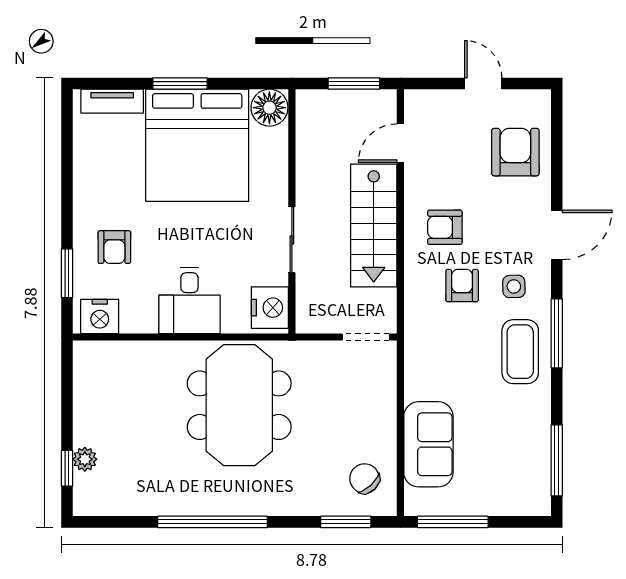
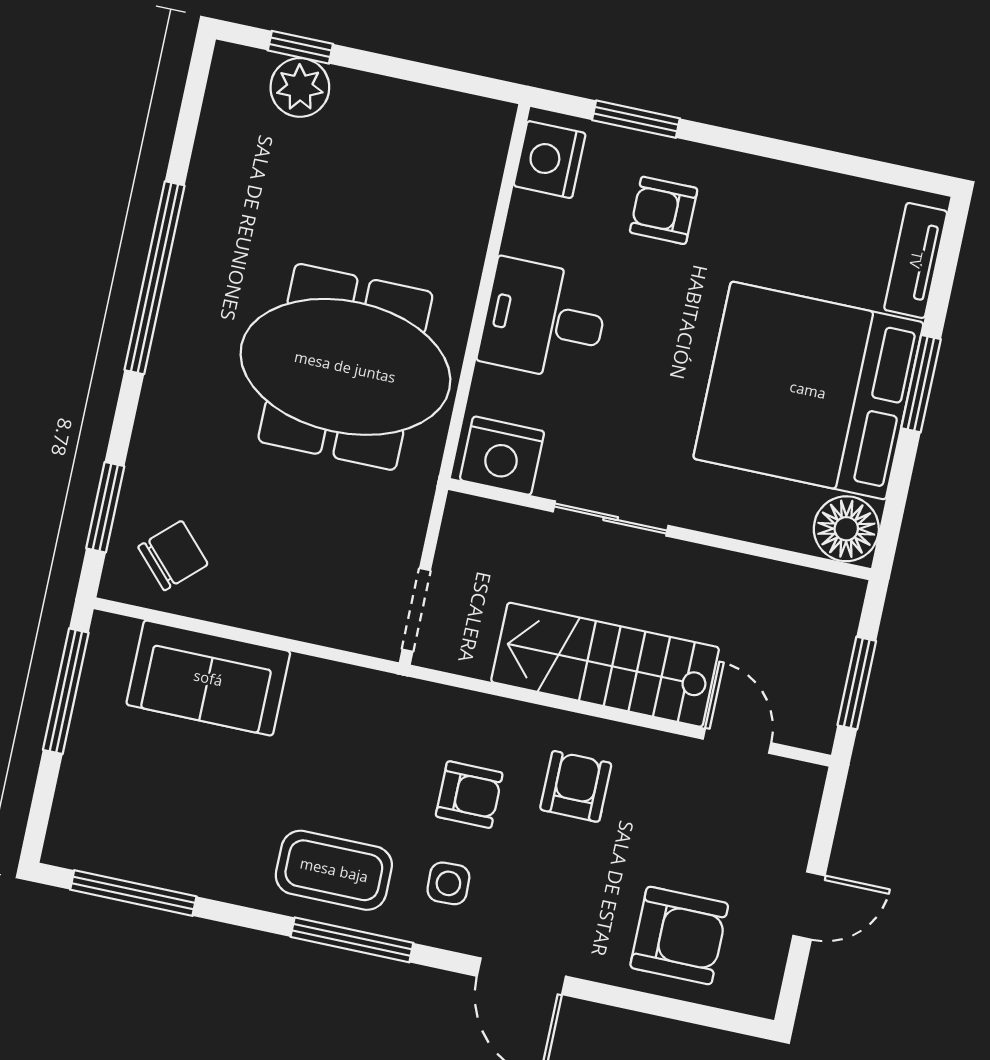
plant: (85, 459) -> (300, 87), width x1.38, depth x1.38

